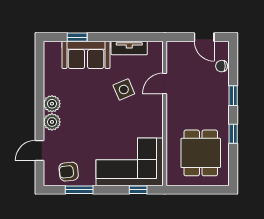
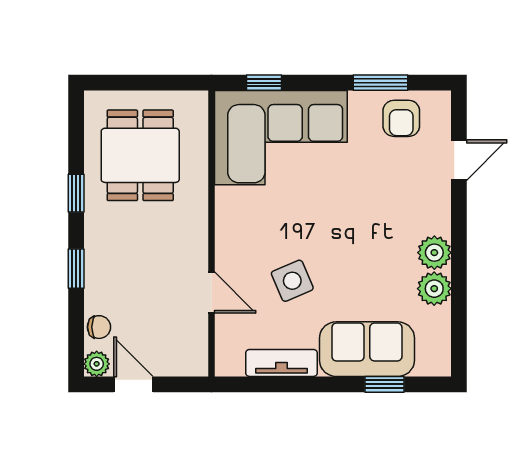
plant: (223, 47) -> (97, 364), added
door: (165, 84) -> (212, 293), hinge flipped
plant: (52, 122) -> (434, 289), moved
armchair: (69, 172) -> (401, 118), turned 96

